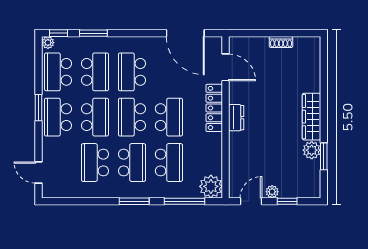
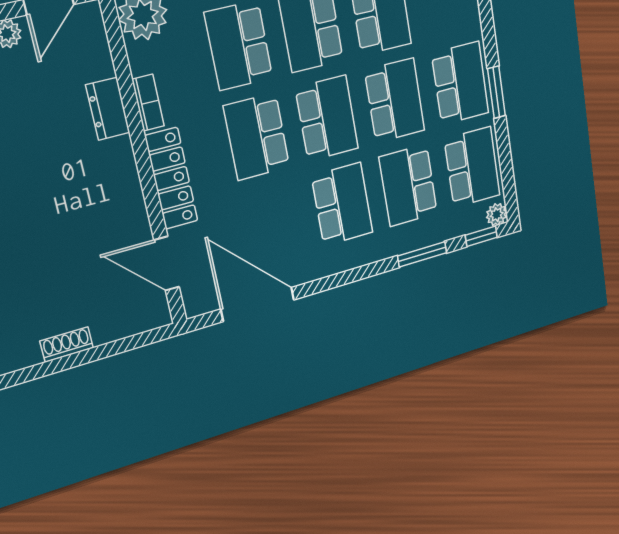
school desk: (95, 117) -> (395, 100), turned 180
dresser: (236, 118) -> (108, 109), moved
bookcase: (217, 146) -> (148, 103), added

